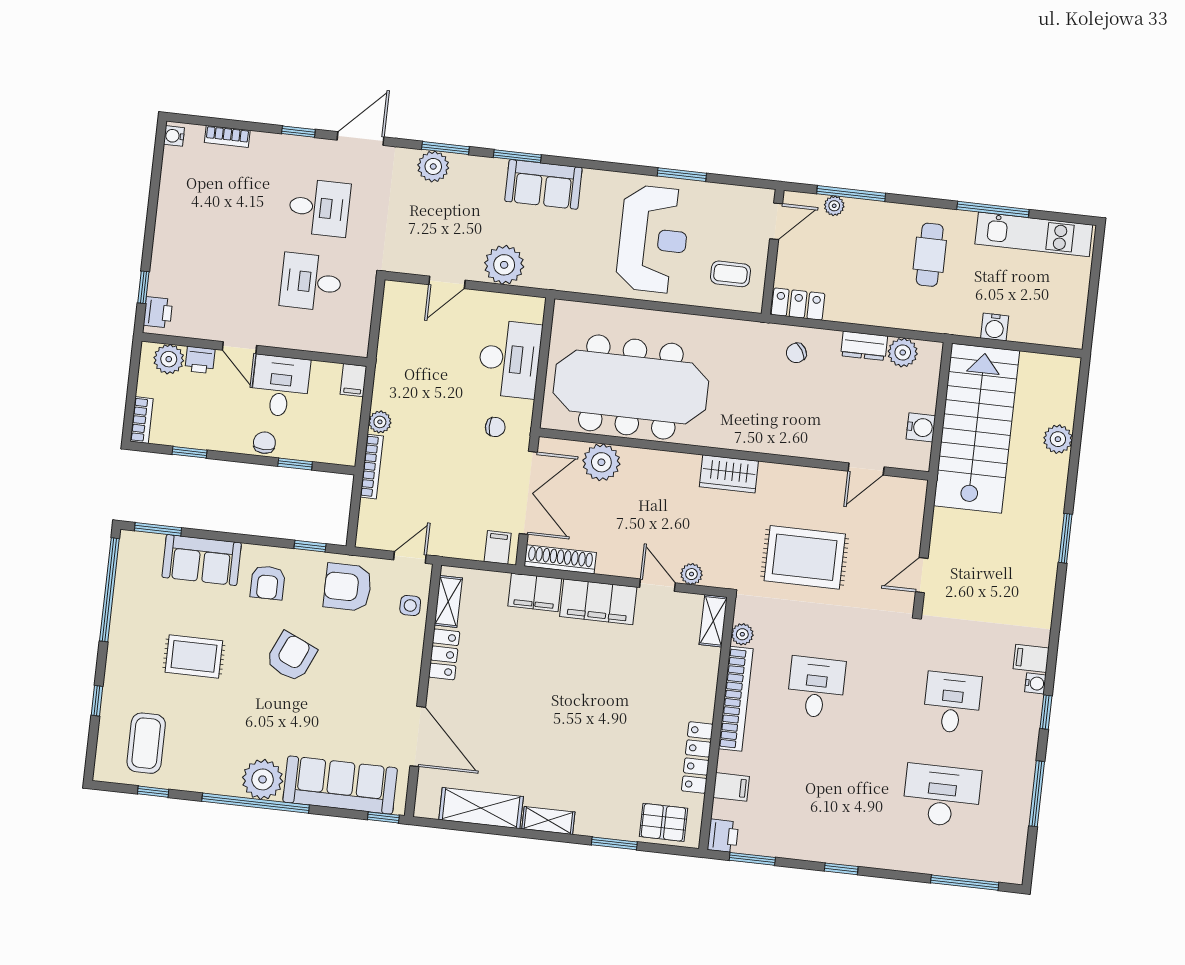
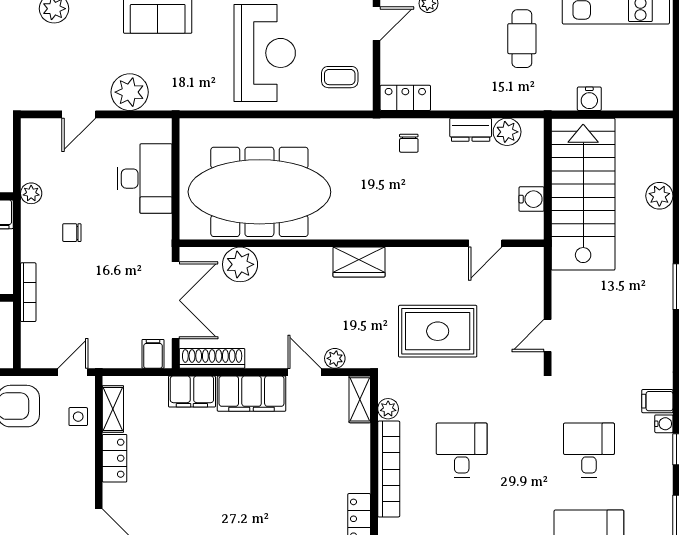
chair: (796, 353) -> (409, 143), turned -58
plant: (380, 422) -> (31, 193), moved
chair: (495, 427) -> (72, 233), moved, turned 180

